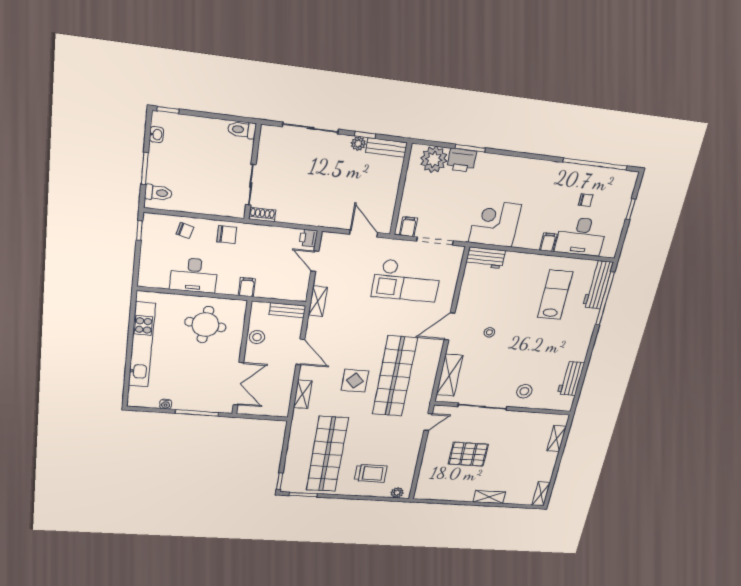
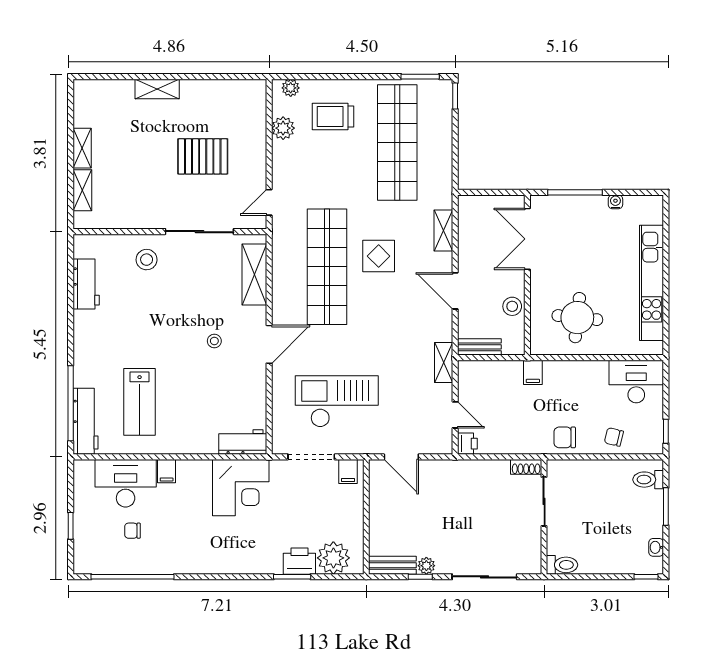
desk: (194, 275) -> (636, 382), moved
plant: (408, 468) -> (283, 128), added
shelving: (541, 494) -> (82, 148), moved

